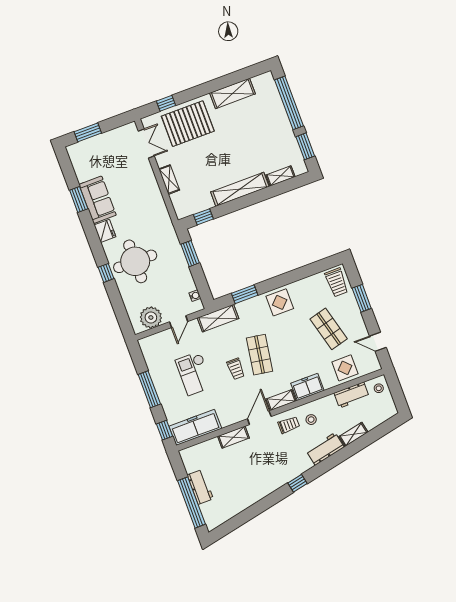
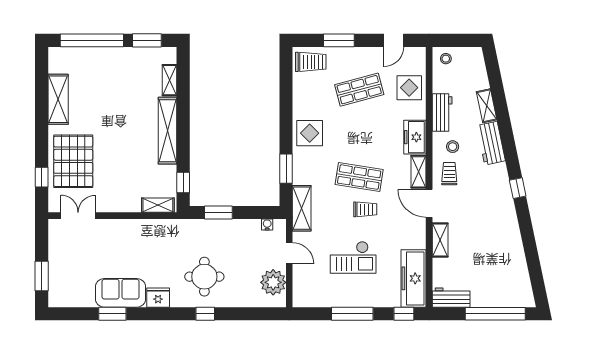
shelving: (169, 180) -> (158, 205), moved
round table: (135, 261) -> (204, 277), width x0.73, depth x0.73
workbench: (352, 395) -> (442, 112), moved
workbench: (200, 487) -> (451, 298), moved

